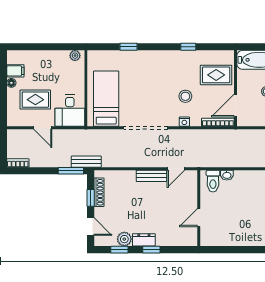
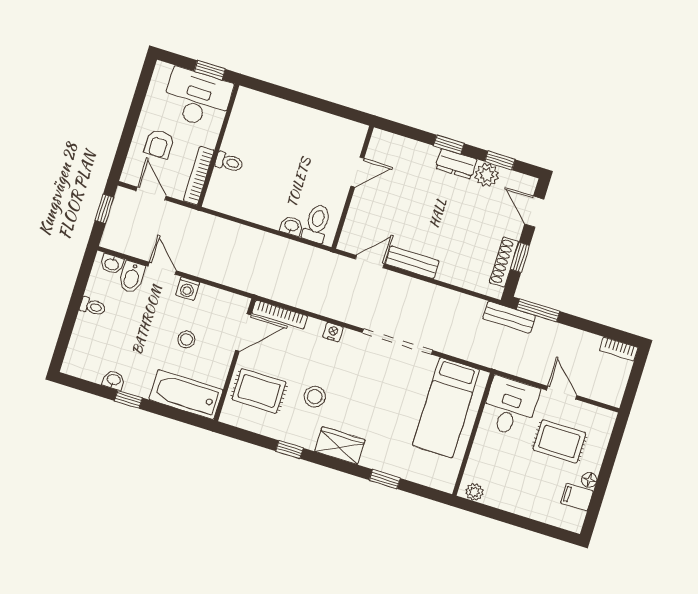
wardrobe: (160, 58) -> (340, 446), added
stool: (185, 96) -> (315, 397), moved

